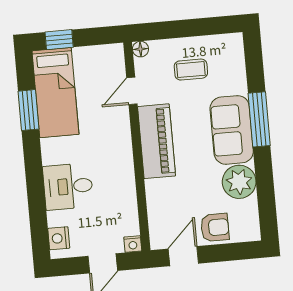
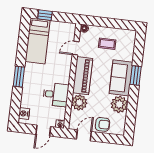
window: (29, 110) -> (19, 77), moved
window: (259, 119) -> (136, 75), width x0.69
desk: (68, 186) -> (56, 95), moved, turned 180
plant: (161, 195) -> (79, 103), added

